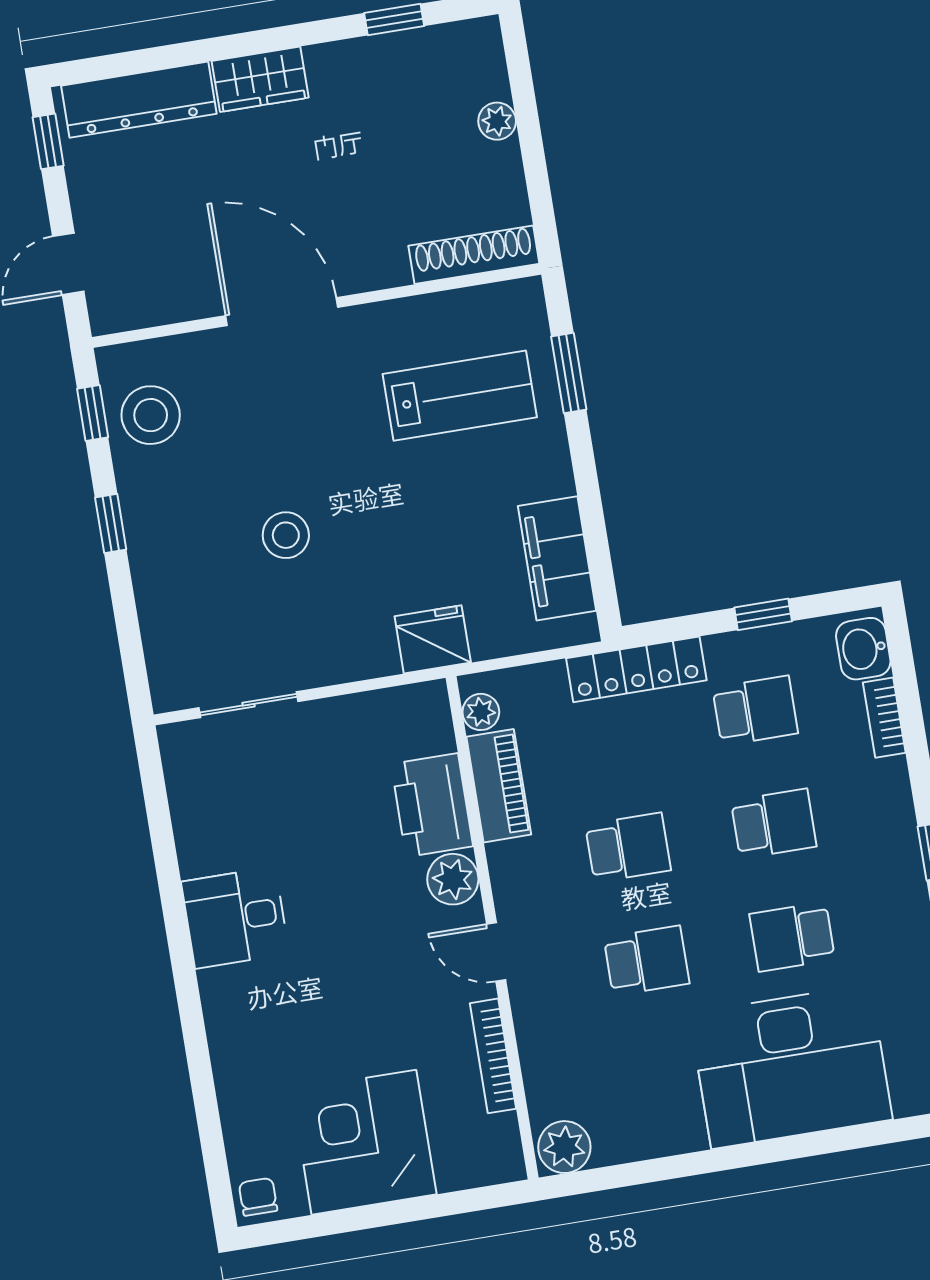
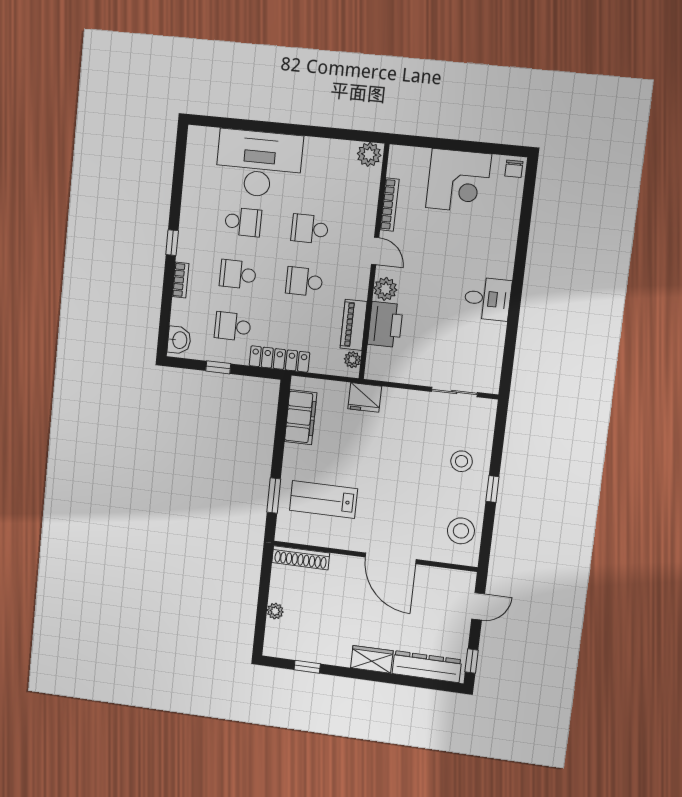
window: (93, 413) -> (486, 539), removed
stool: (286, 535) -> (462, 461), moved
bookcase: (884, 718) -> (181, 280), moved

